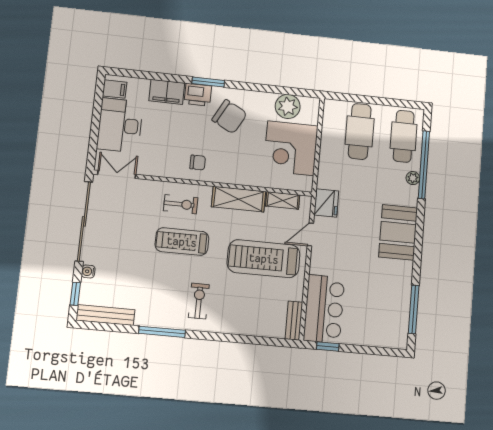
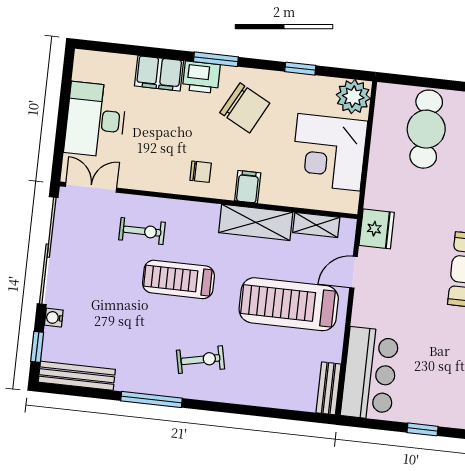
filing cabinet: (115, 89) -> (248, 187), moved, turned -90
window: (269, 89) -> (300, 69), added
plant: (288, 106) -> (353, 97), moved
exercise bike: (181, 204) -> (142, 231), moved
exercise bike: (199, 301) -> (201, 360), turned 78
window: (328, 346) -> (422, 429), moved

